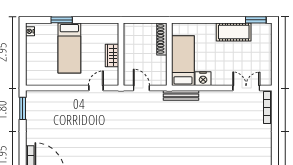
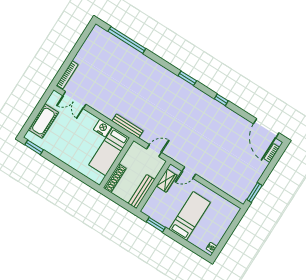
window: (62, 20) -> (156, 225), moved
cot: (234, 32) -> (43, 121), moved, turned 90
bench: (129, 42) -> (142, 192), added
wardrobe: (112, 56) -> (167, 181), moved
door: (141, 88) -> (154, 151), swing flipped

